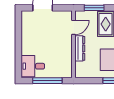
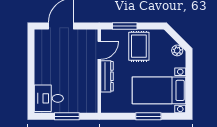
window: (47, 81) -> (67, 116), width x0.69

